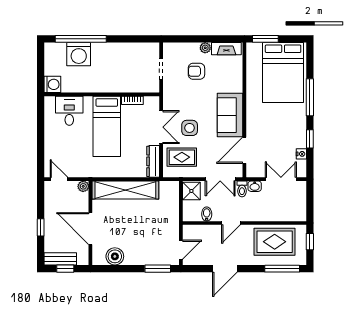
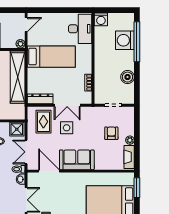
boiler: (125, 51) -> (128, 77), added
desk: (69, 111) -> (80, 29), width x1.37
bed: (107, 126) -> (51, 57), moved, turned 180

